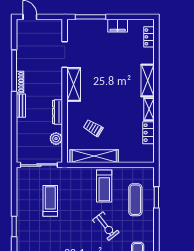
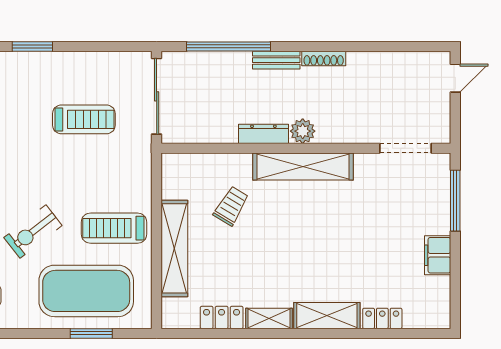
locker: (149, 37) -> (382, 318), moved
doorway: (65, 55) -> (406, 148), moved
window: (14, 71) -> (228, 46), moved
shelving: (74, 84) -> (303, 167), width x1.47
plant: (56, 139) -> (303, 131), moved
shelving: (94, 156) -> (174, 248), moved
exercise mat: (135, 200) -> (86, 291), width x2.00, depth x1.45

